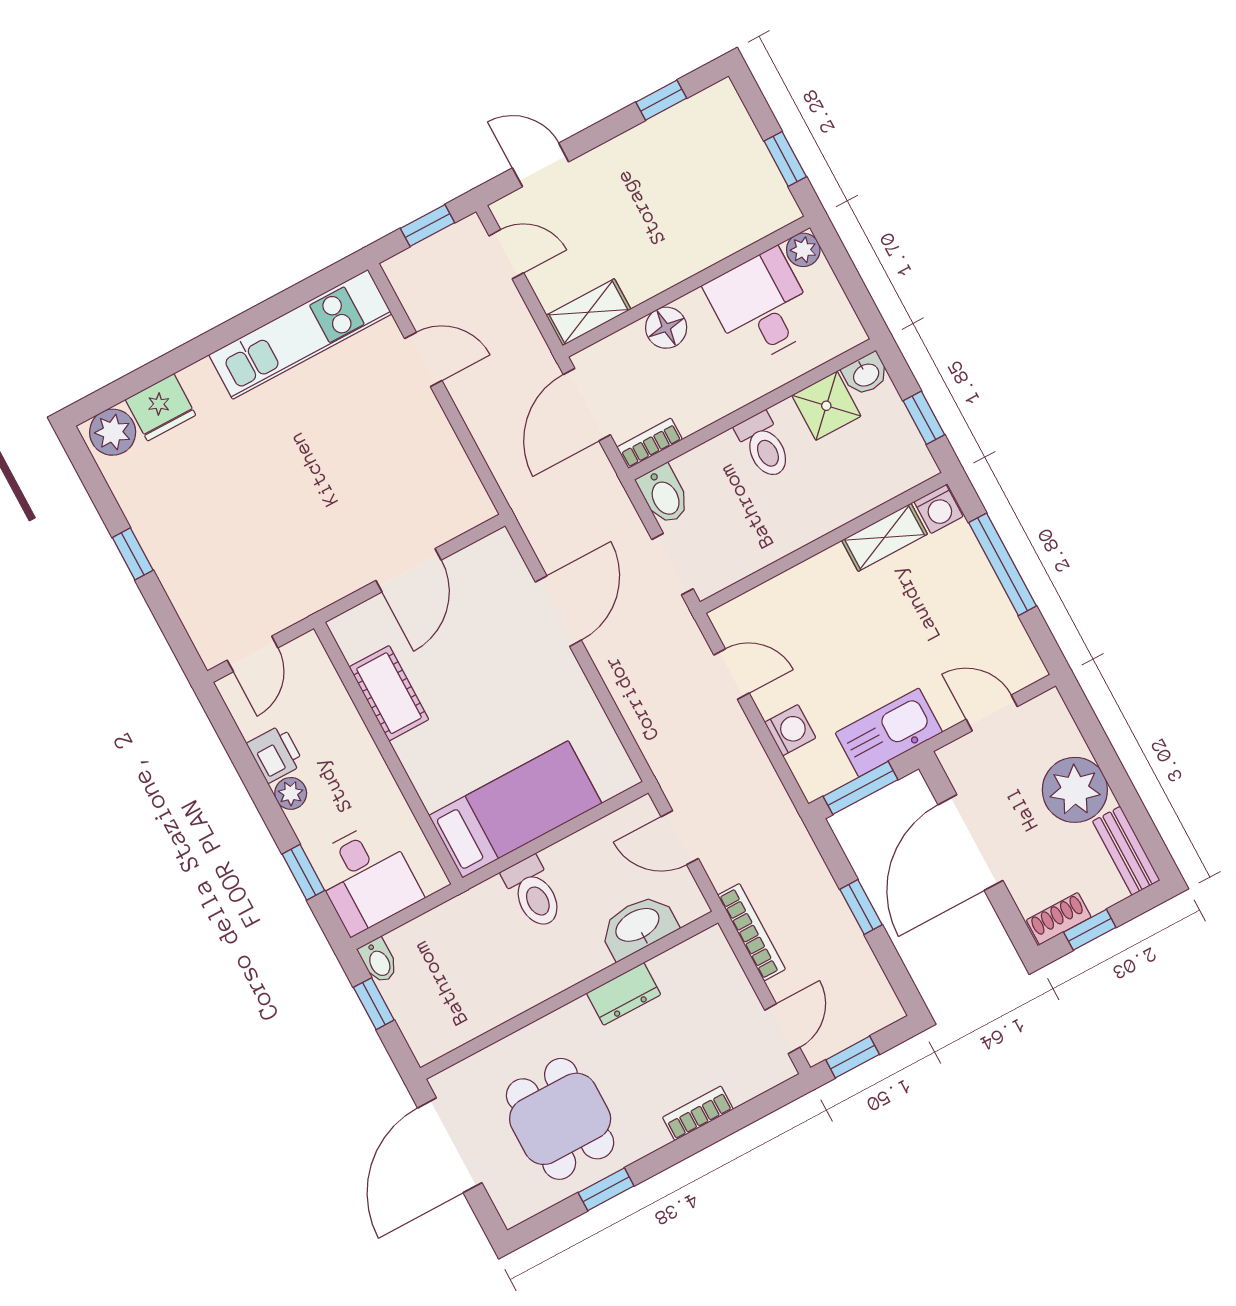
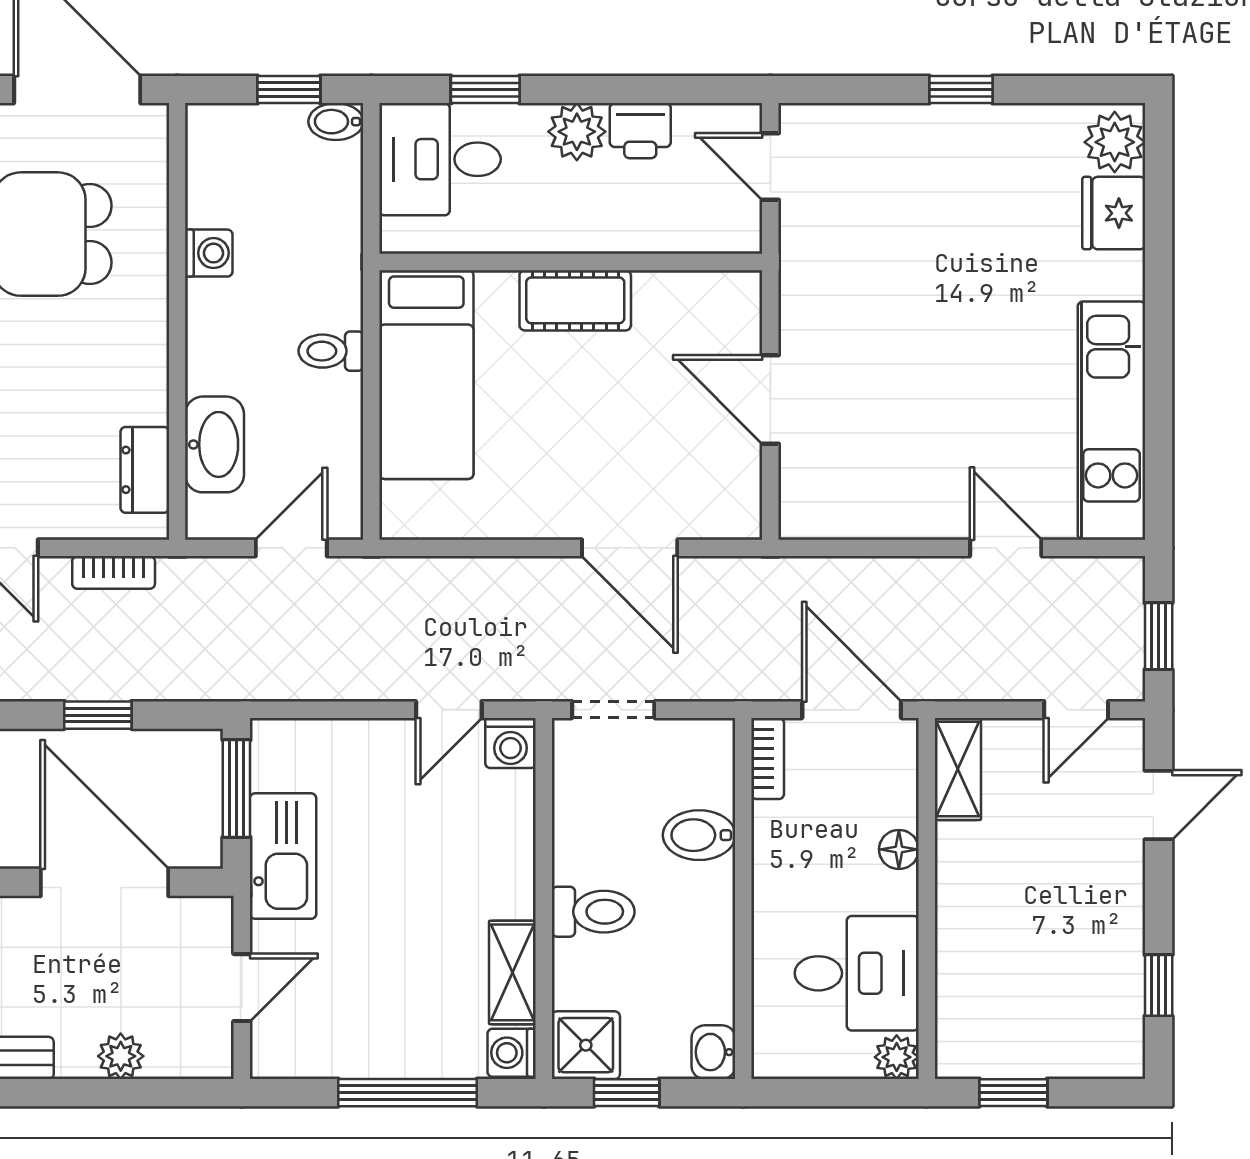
floor lamp: (666, 328) -> (899, 849), width x0.73, depth x0.73
door: (423, 359) -> (1006, 548), swing flipped
shower: (826, 406) -> (586, 1045), moved
toilet: (764, 446) -> (593, 912), moved, turned 180
bidet: (664, 495) -> (699, 835), moved
cot: (389, 693) -> (575, 300), moved
washing machine: (790, 730) -> (510, 743), moved
plant: (1075, 790) -> (121, 1056), width x0.53, depth x0.53
plant: (291, 793) -> (577, 132), width x1.38, depth x1.38
toilet: (533, 893) -> (331, 351), width x0.73, depth x0.72
bookcase: (752, 932) -> (114, 572), width x0.64
dresser: (624, 994) -> (145, 470), moved
washing machine: (512, 999) -> (209, 253), added

